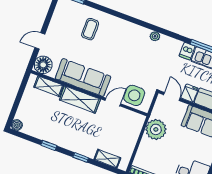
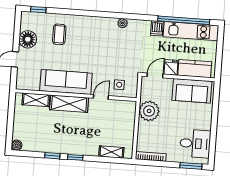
floor lamp: (43, 65) -> (28, 39), moved
side table: (134, 95) -> (119, 85), width x0.54, depth x0.54
door: (172, 96) -> (155, 75), hinge flipped
window: (81, 157) -> (75, 157), moved

